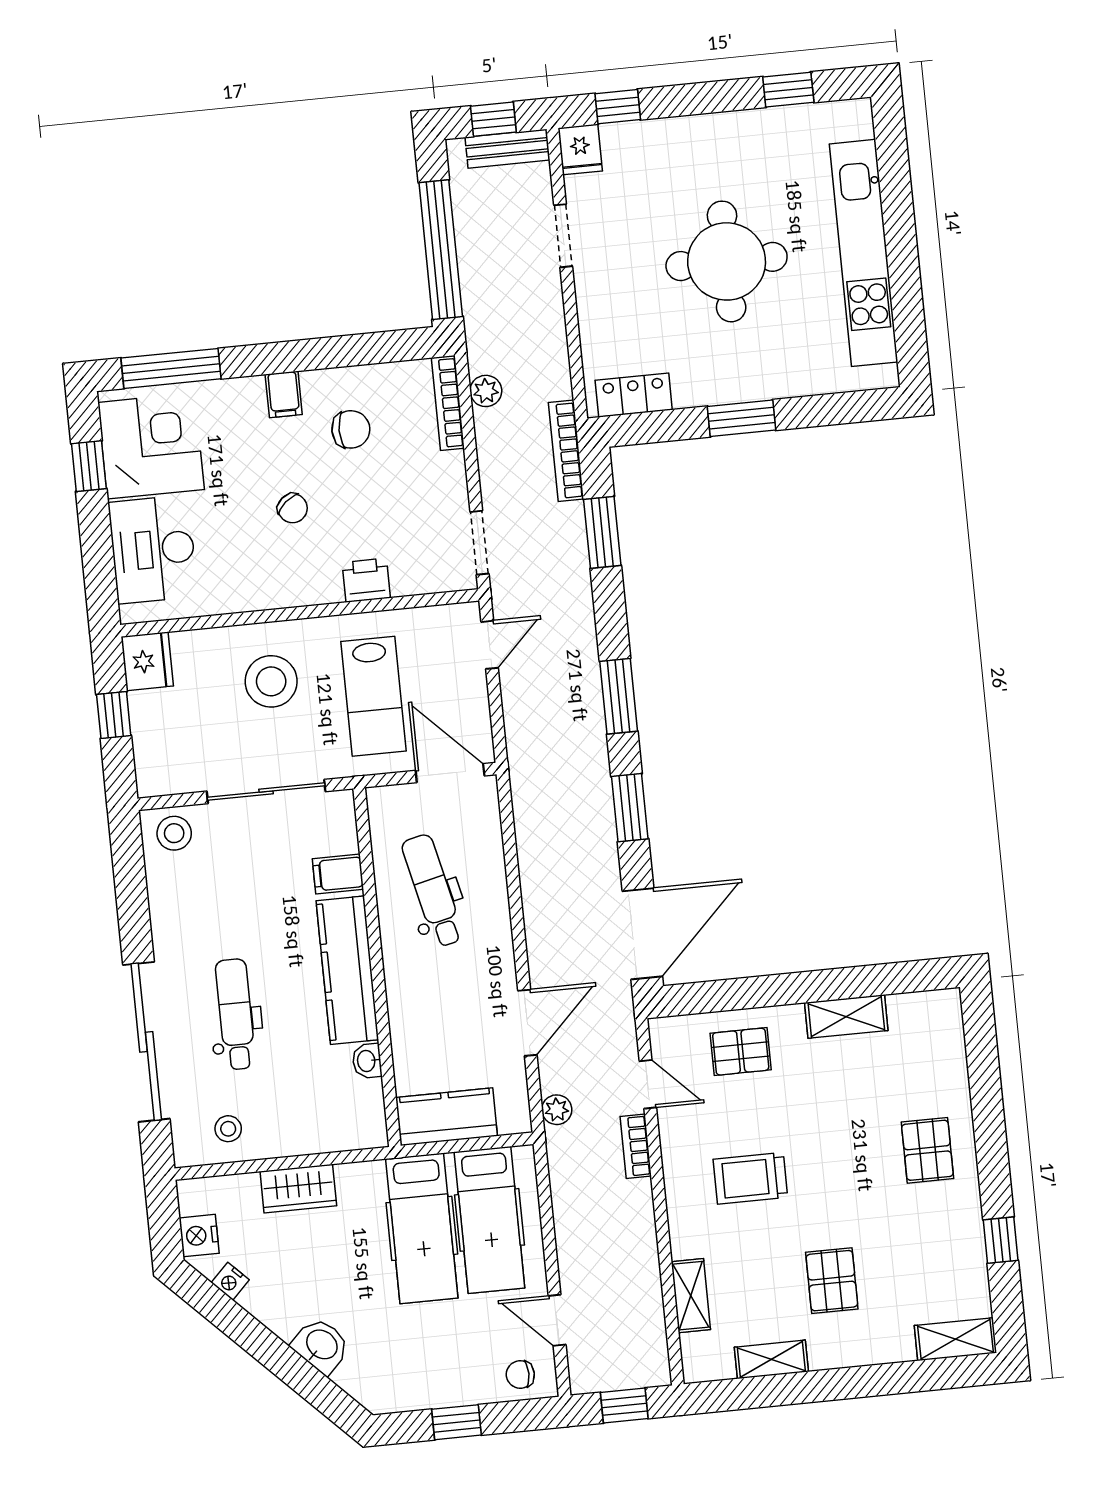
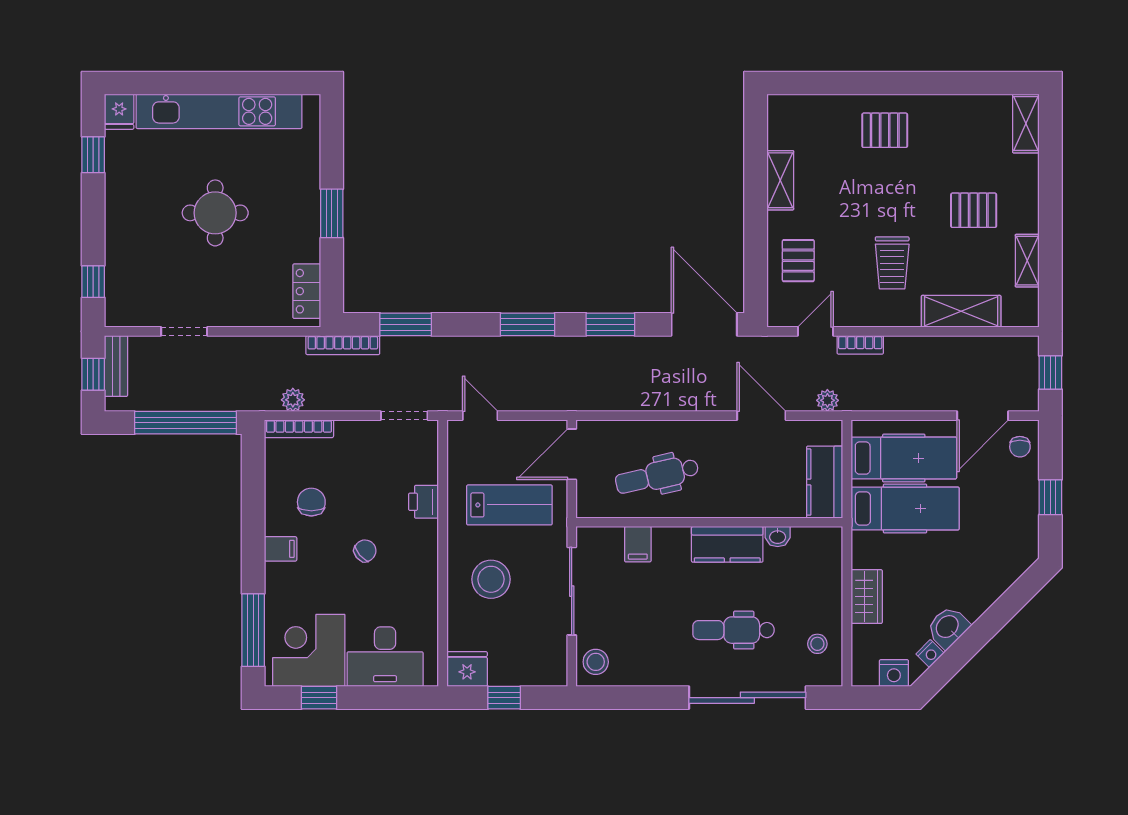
fridge: (580, 149) -> (119, 112), moved, turned 90
round table: (727, 261) -> (215, 213), width x0.73, depth x0.73
kitchen counter: (347, 970) -> (727, 544), width x0.67
window: (1001, 1240) -> (956, 83), removed
shelving: (691, 1296) -> (961, 311), width x1.50, depth x1.33
door: (557, 1320) -> (983, 416), width x1.38
washbasin: (321, 1345) -> (948, 627), moved

